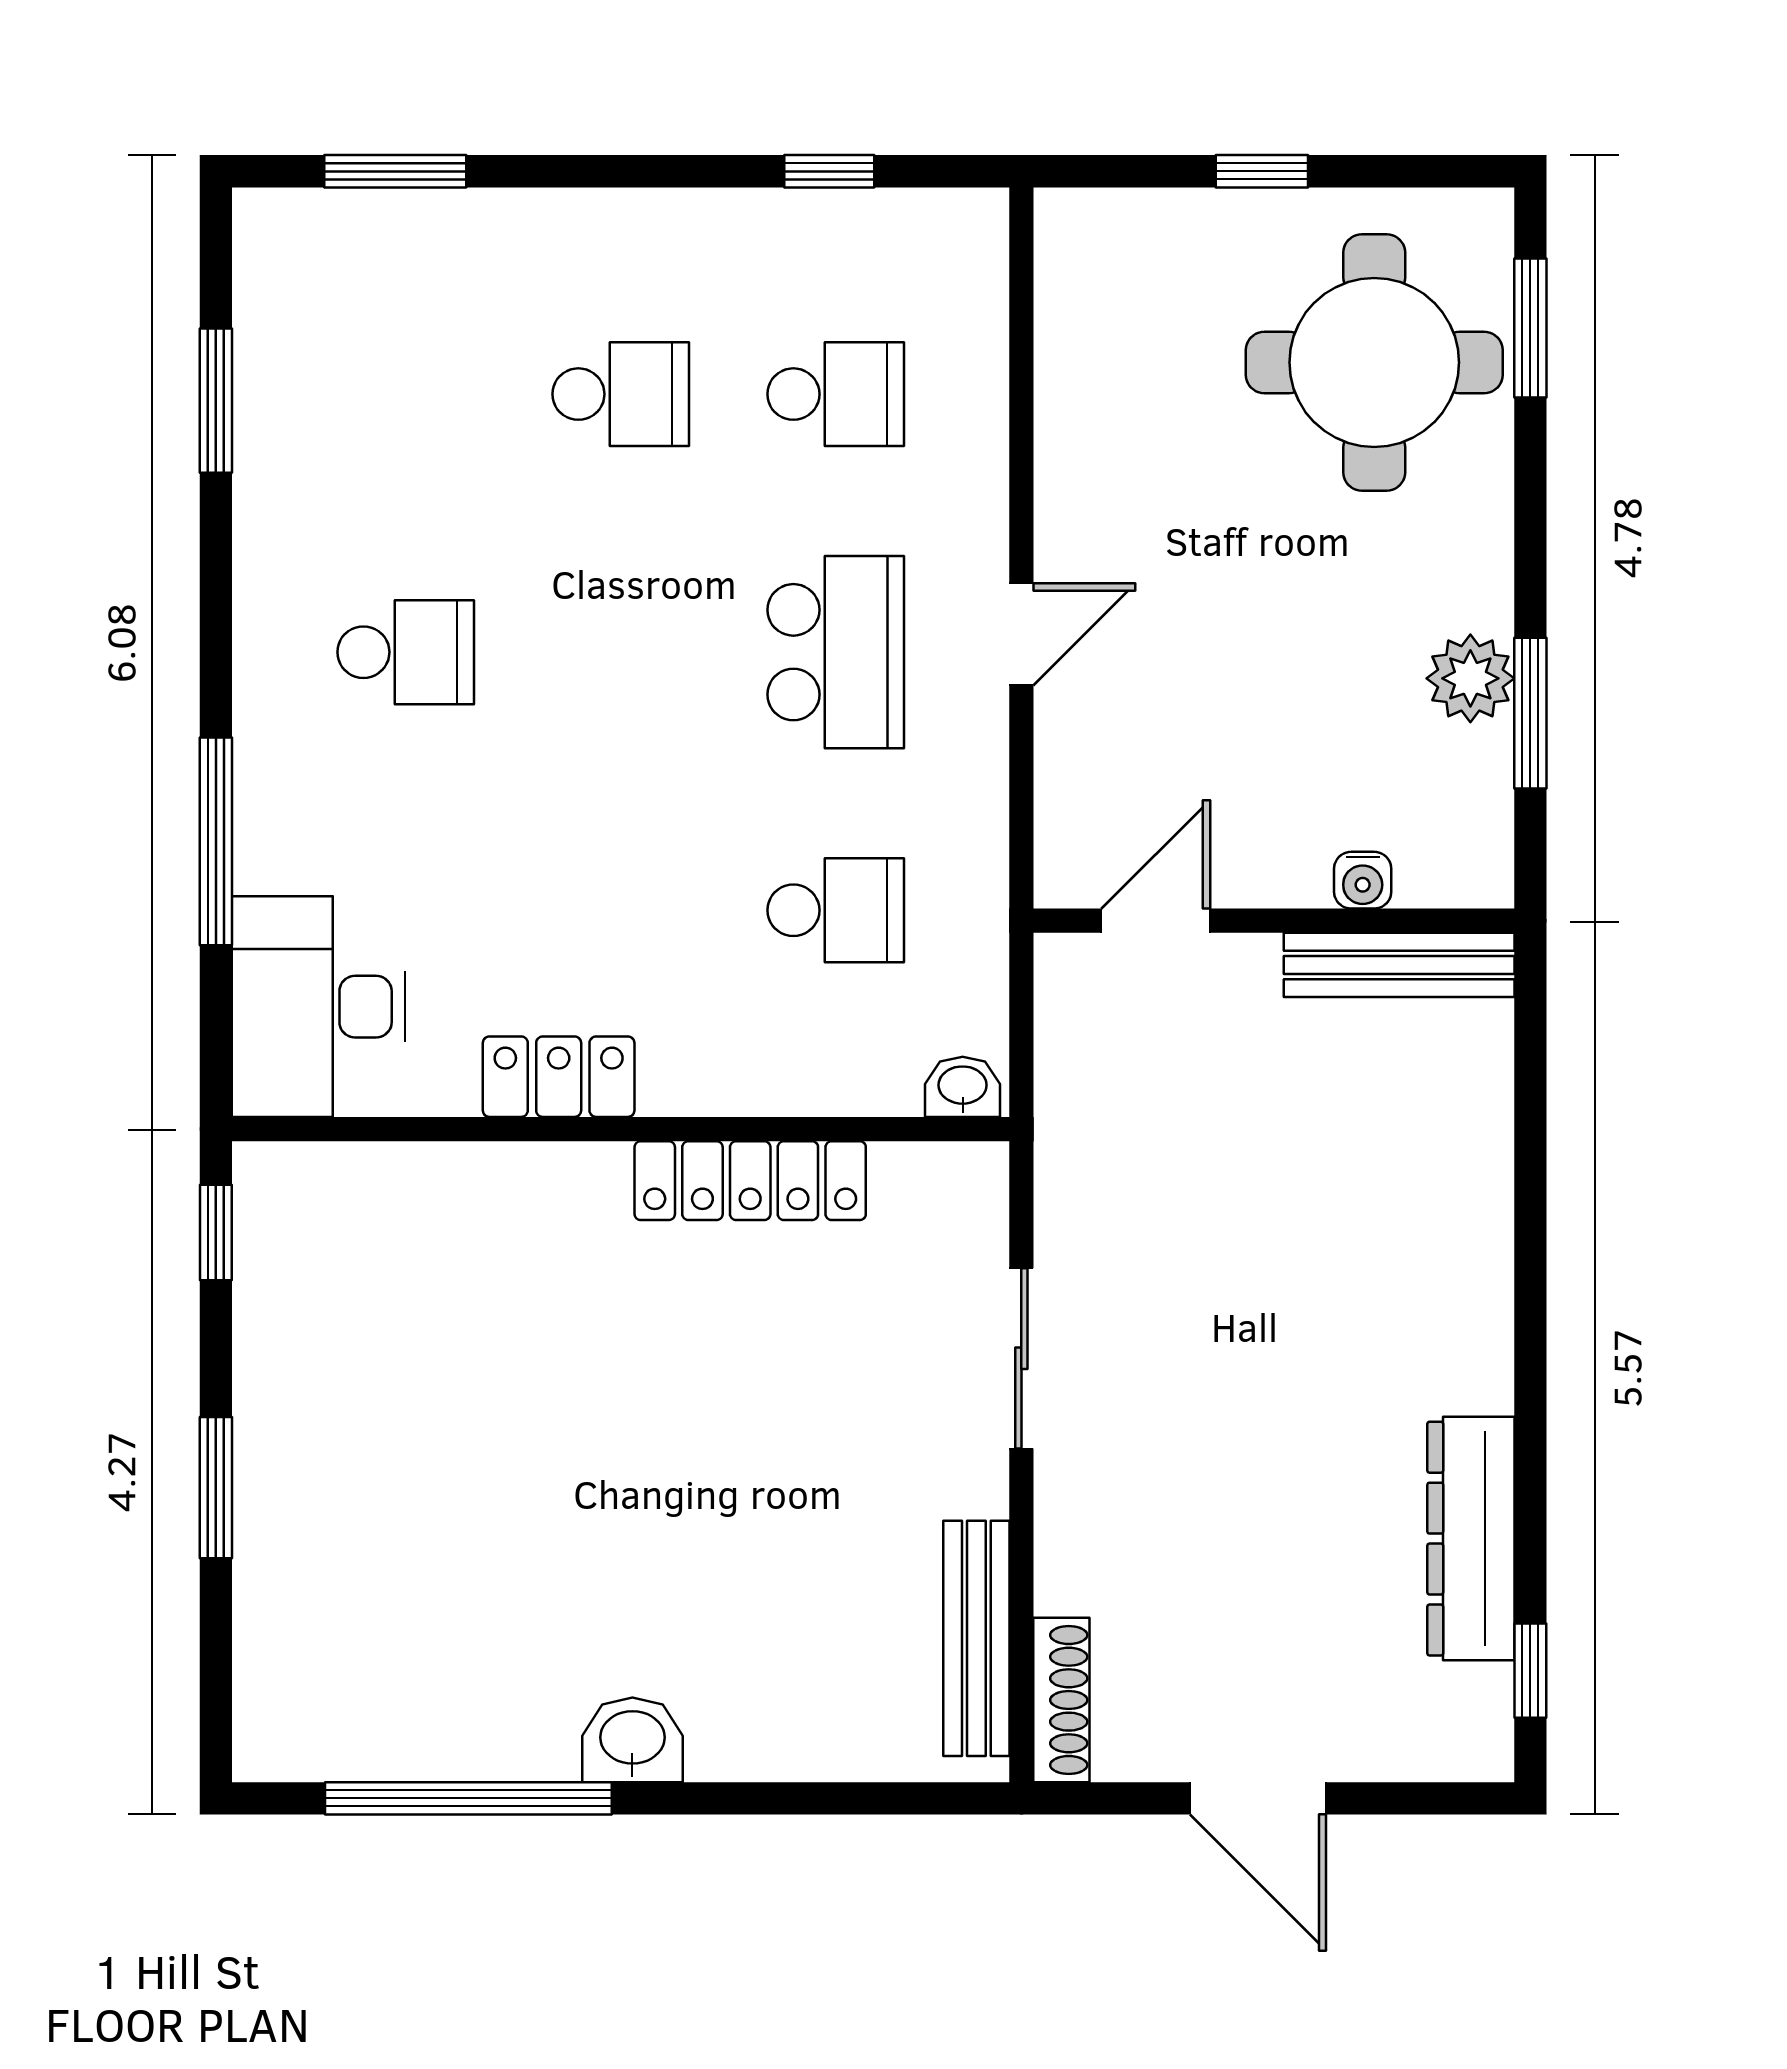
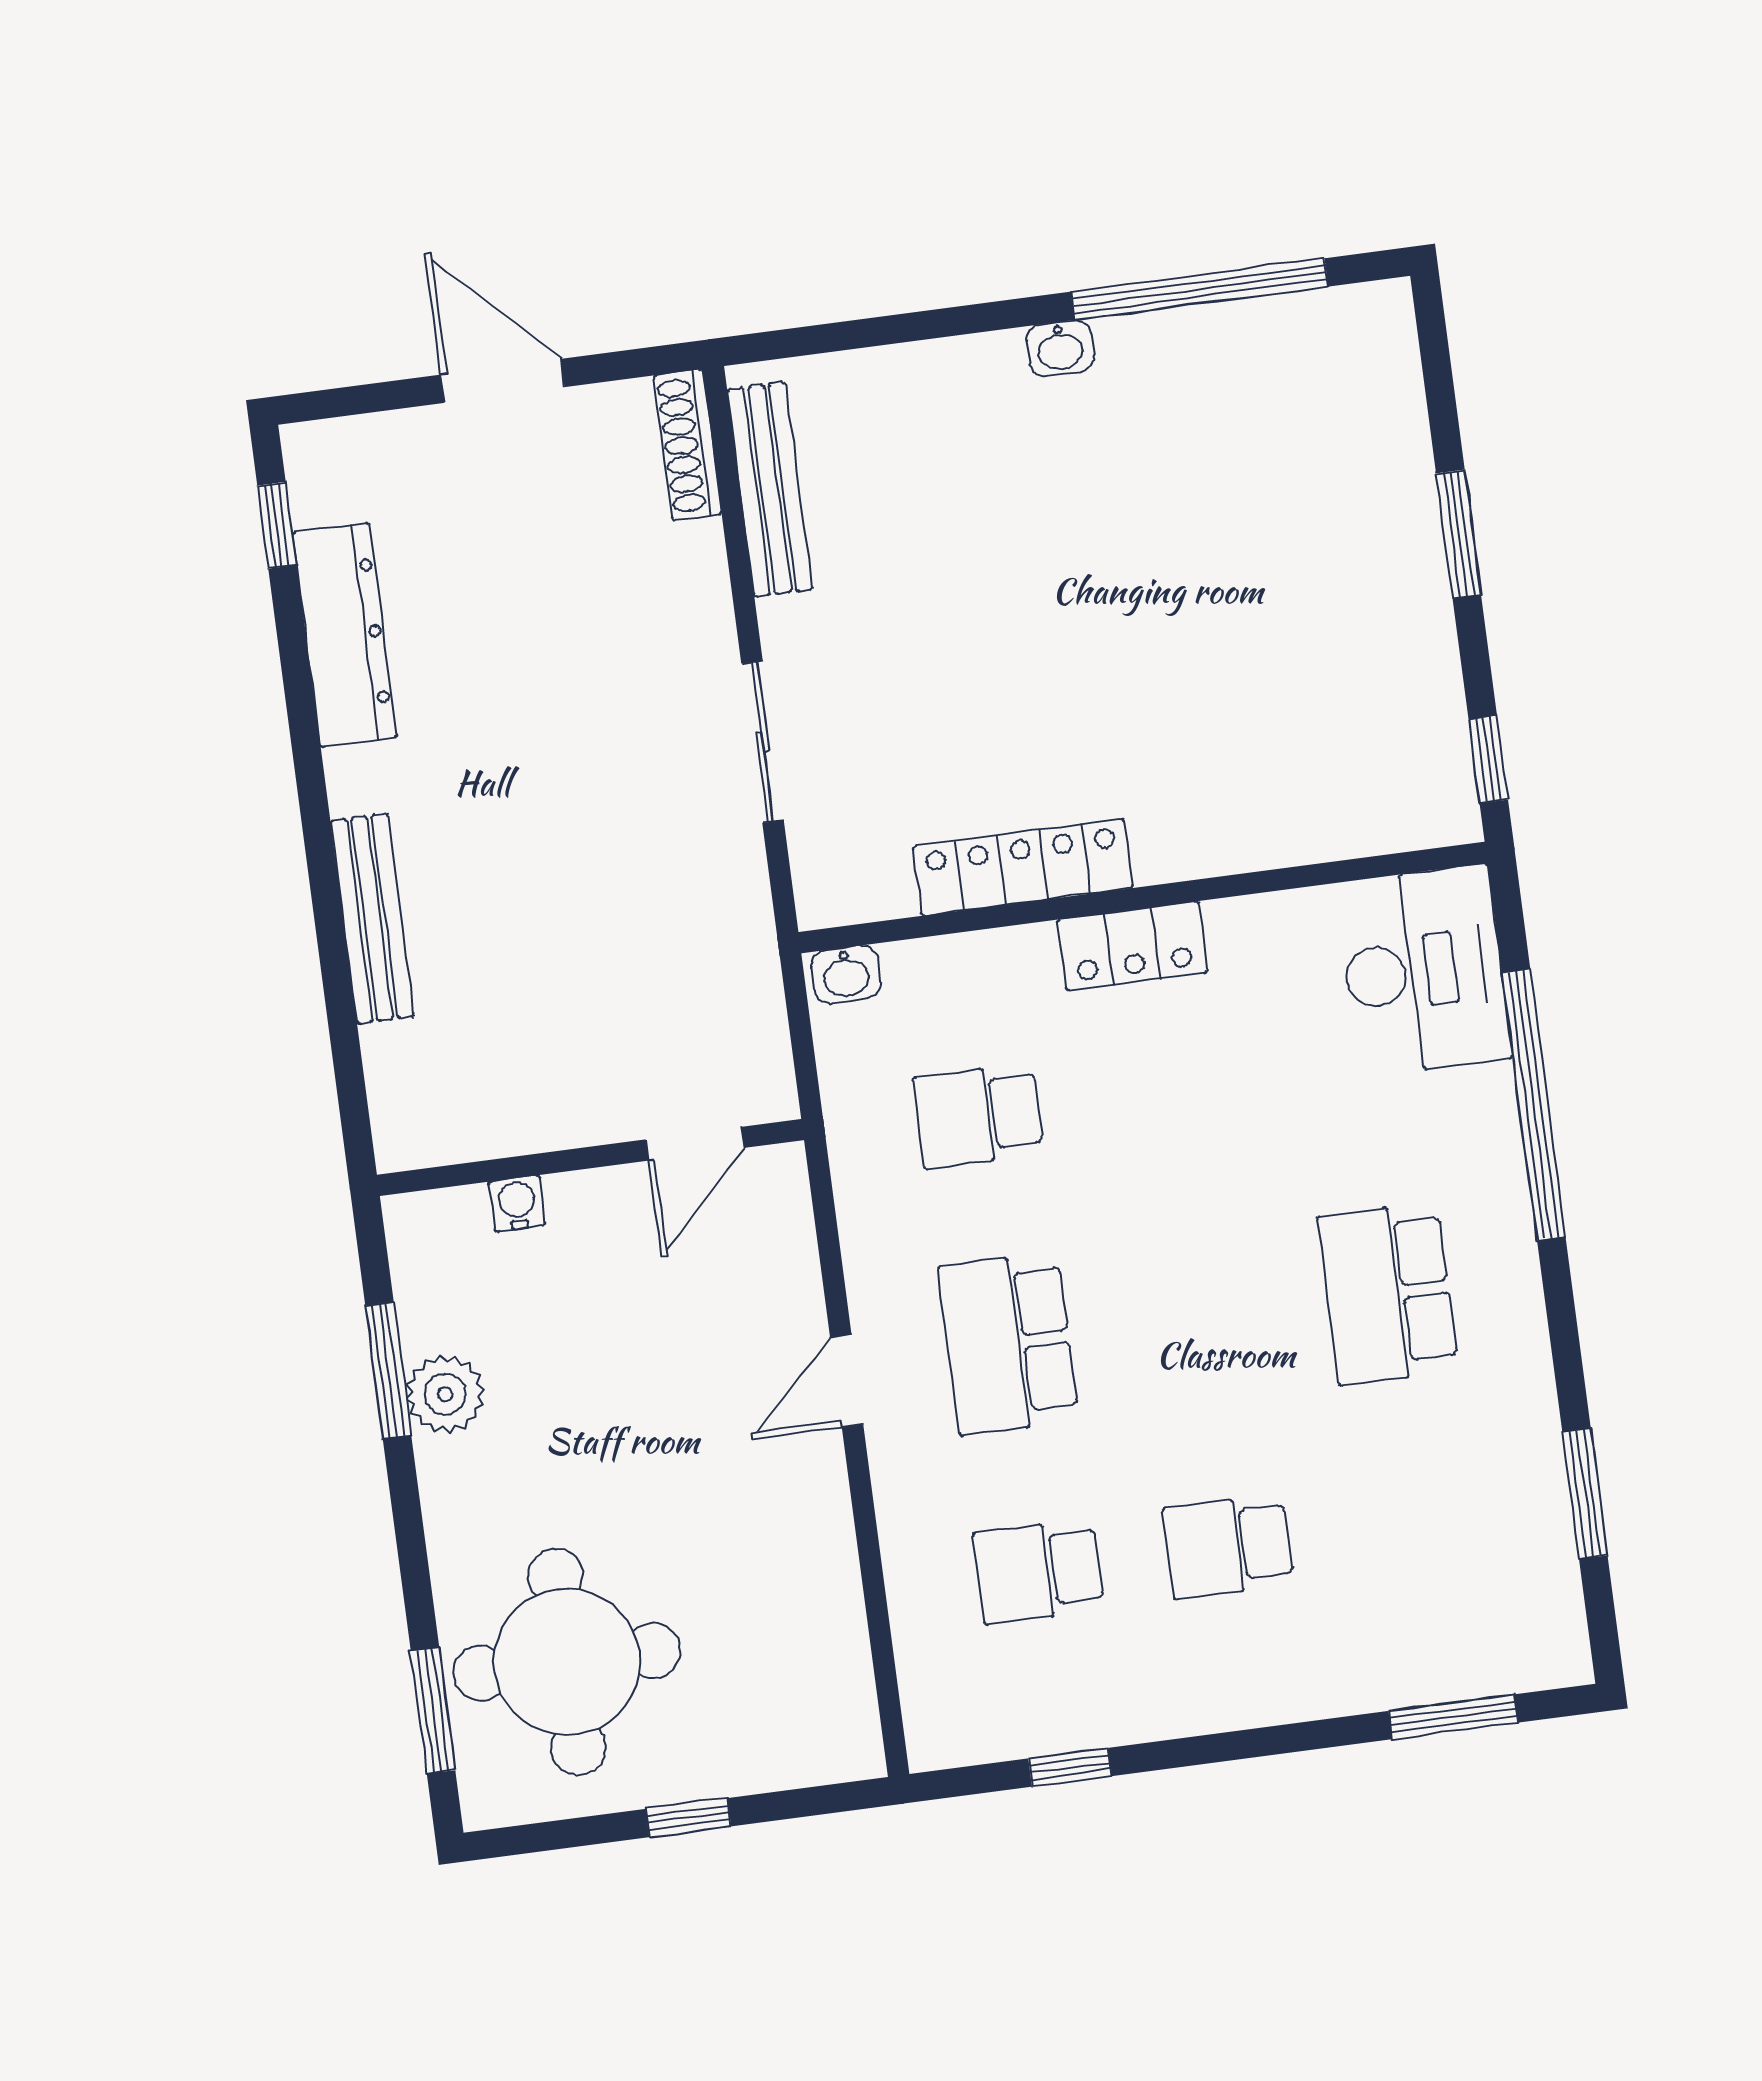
school desk: (406, 652) -> (1388, 1294), width x1.85
window: (216, 841) -> (1534, 1104), width x1.46
bench: (1399, 965) -> (372, 918), moved, turned 90
locker: (559, 1077) -> (1132, 946), moved
washbasin: (632, 1740) -> (1060, 348), width x0.72, depth x0.69

